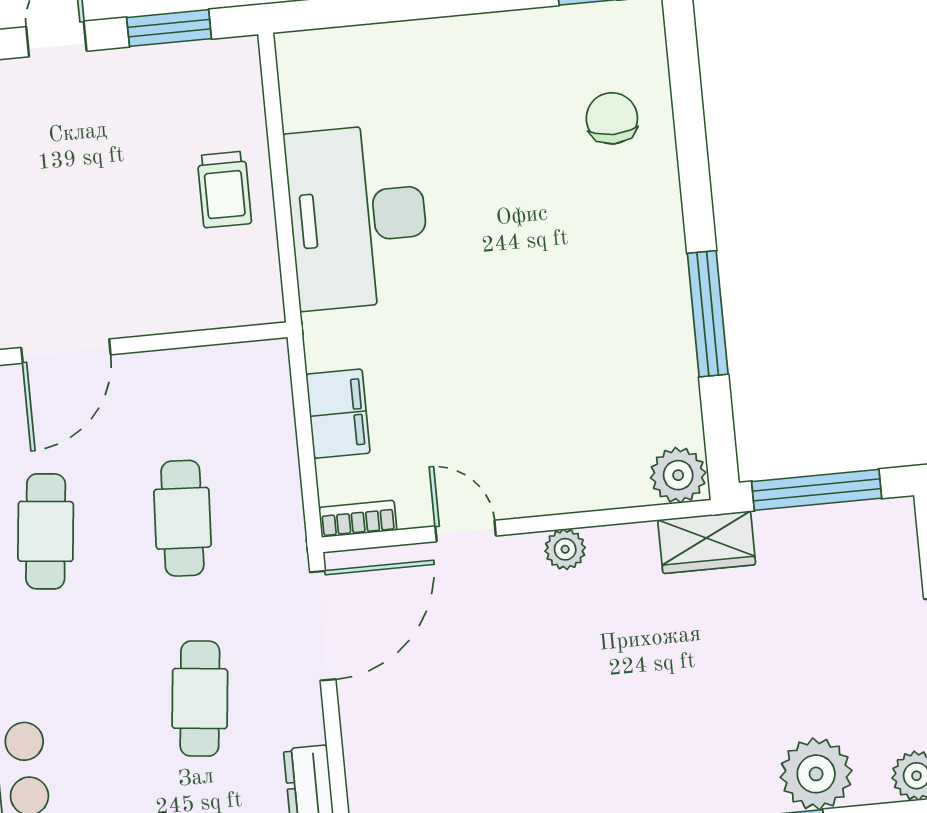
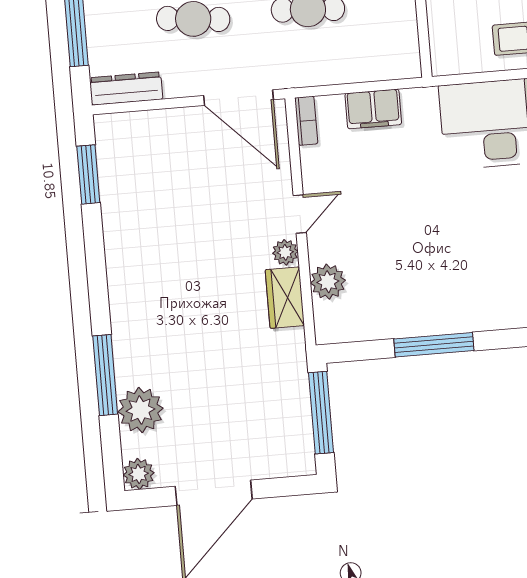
plant: (678, 475) -> (328, 282), moved
door: (466, 531) -> (300, 214), moved
wardrobe: (707, 542) -> (285, 298), moved

